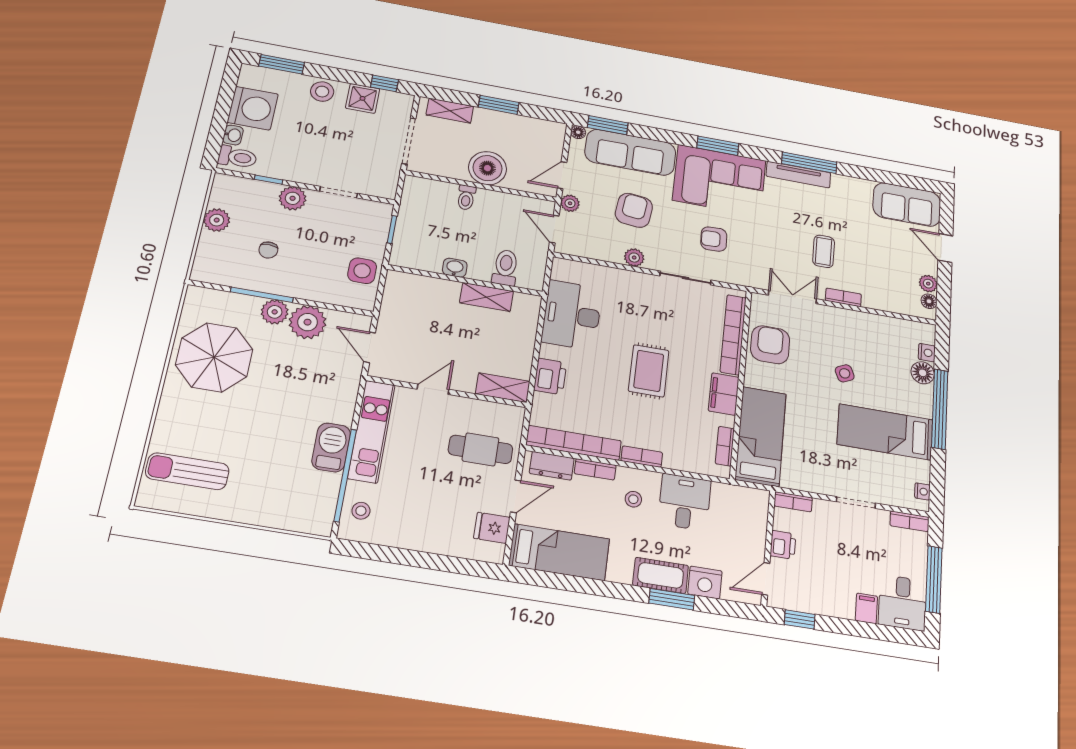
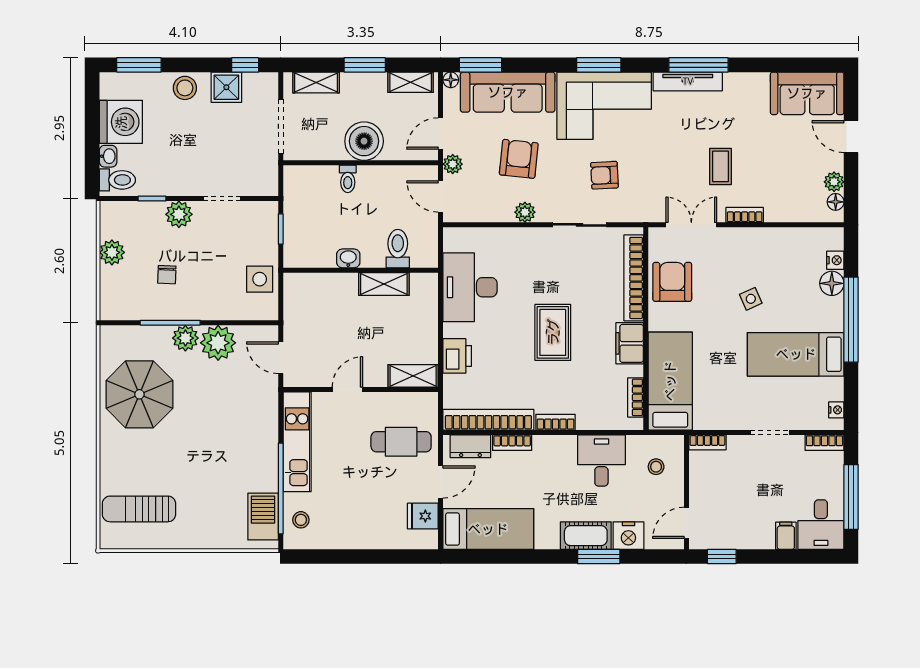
shelving: (540, 127) -> (411, 82), added
barbecue: (331, 447) -> (263, 517), moved
stool: (633, 499) -> (656, 467), moved
printer: (783, 545) -> (701, 487), removed

